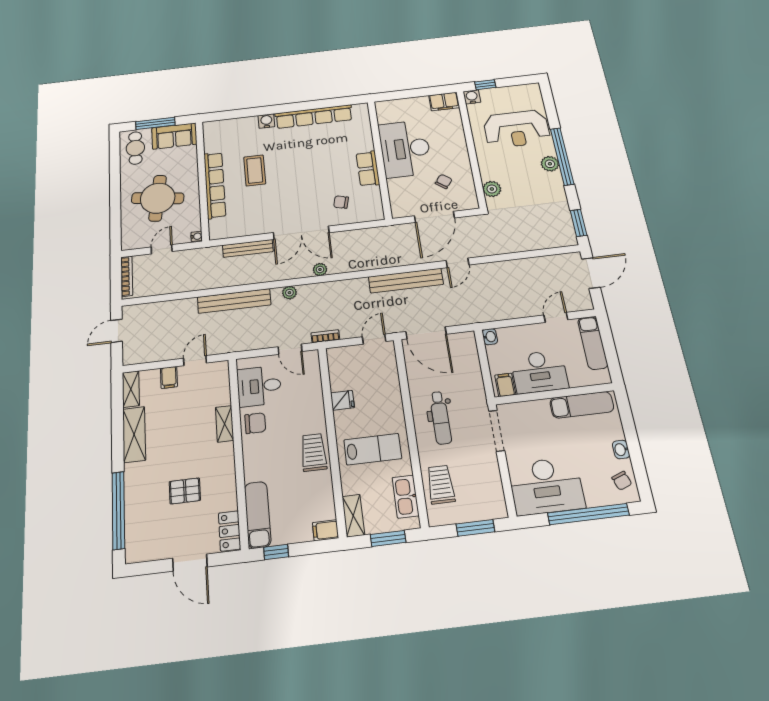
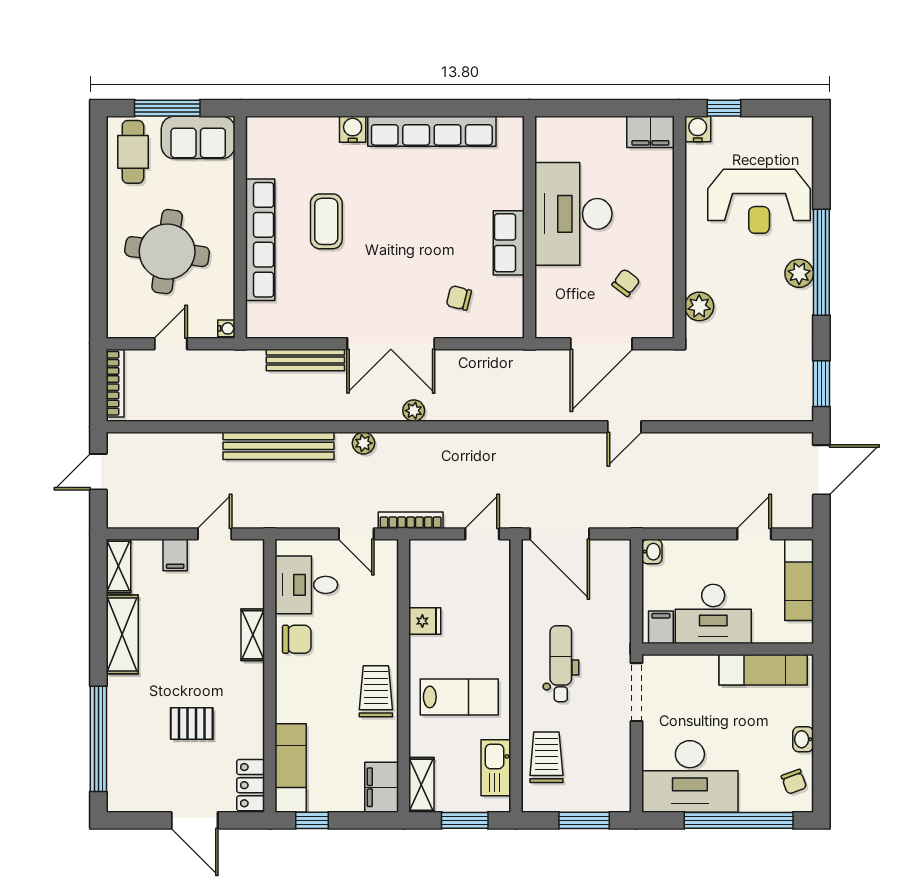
bench: (406, 281) -> (542, 446), removed
bookcase: (325, 336) -> (411, 520), width x1.56
dental chair: (440, 418) -> (561, 664), turned 180
filing cabinet: (326, 530) -> (382, 787), width x2.00

